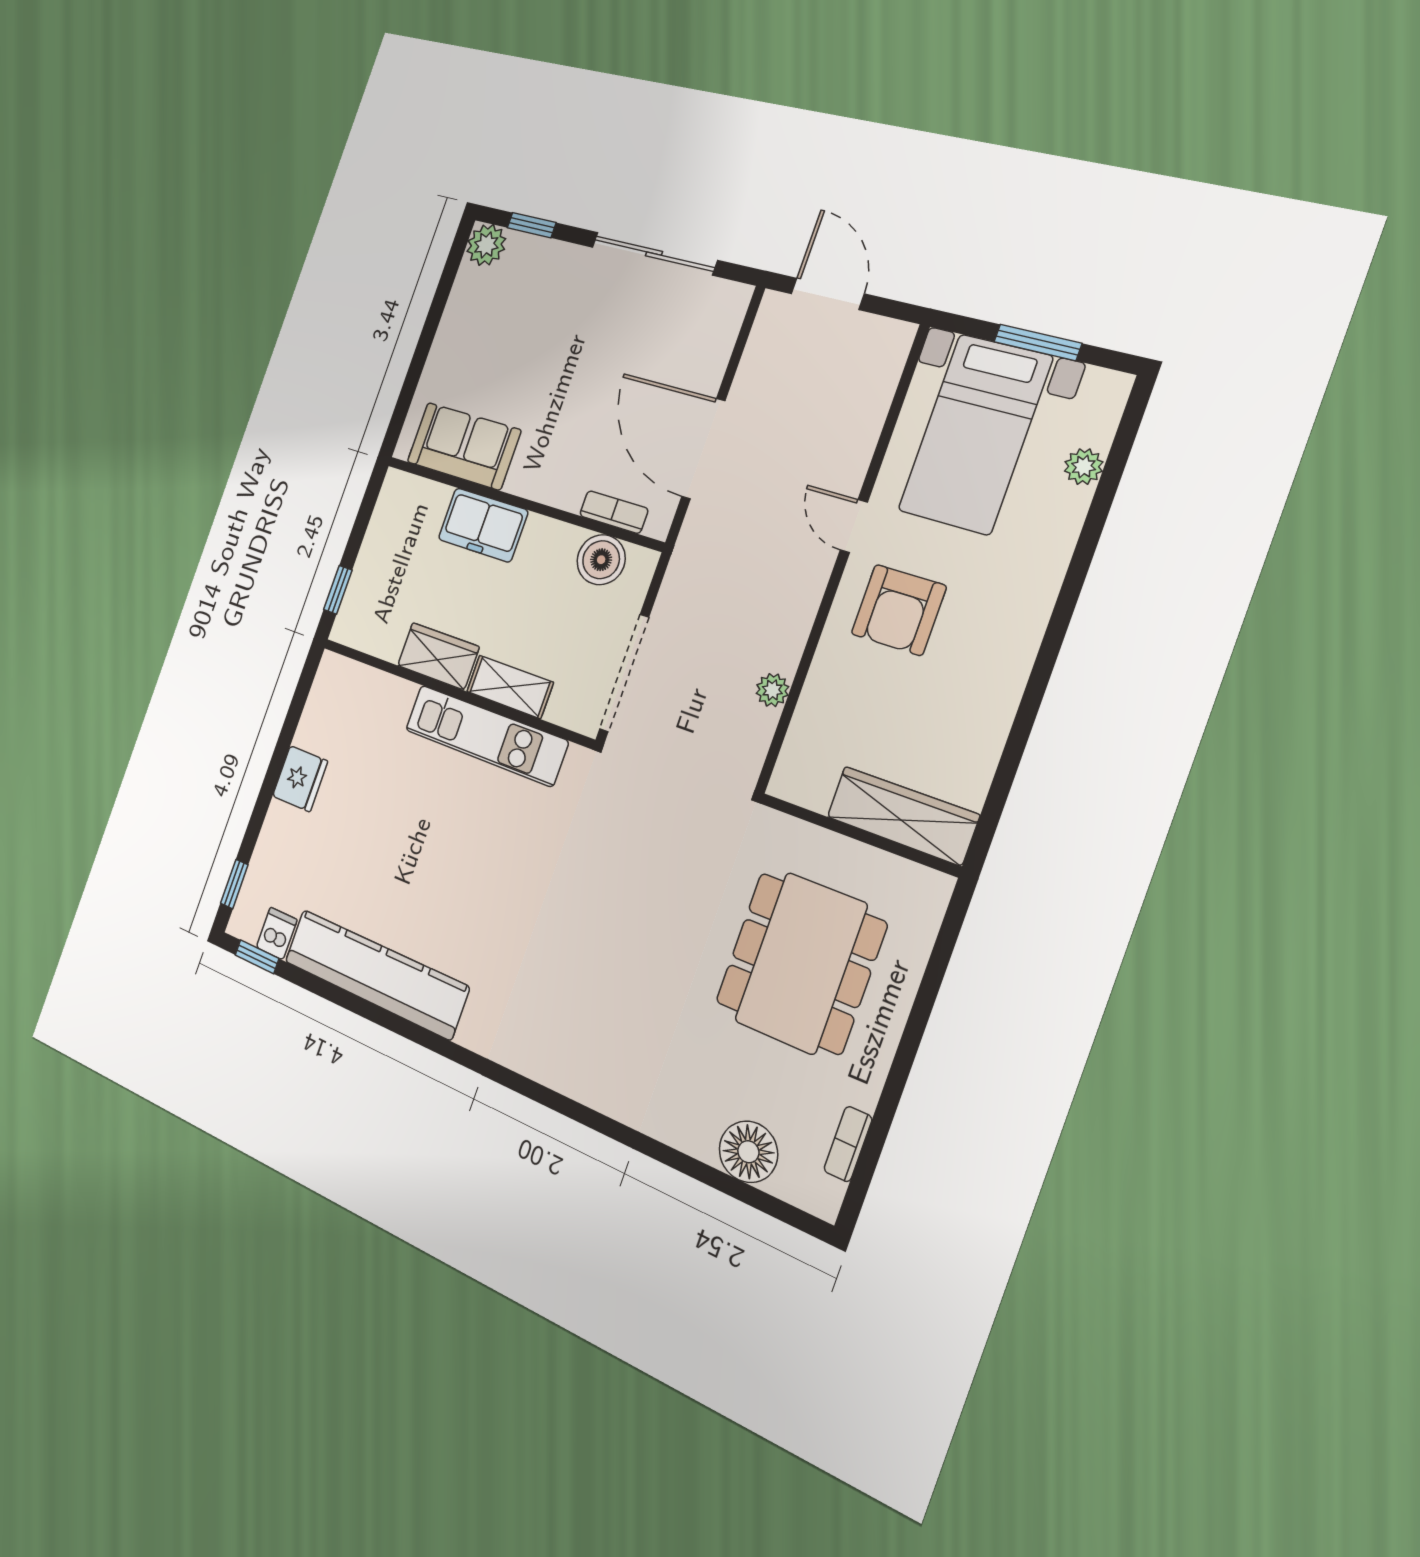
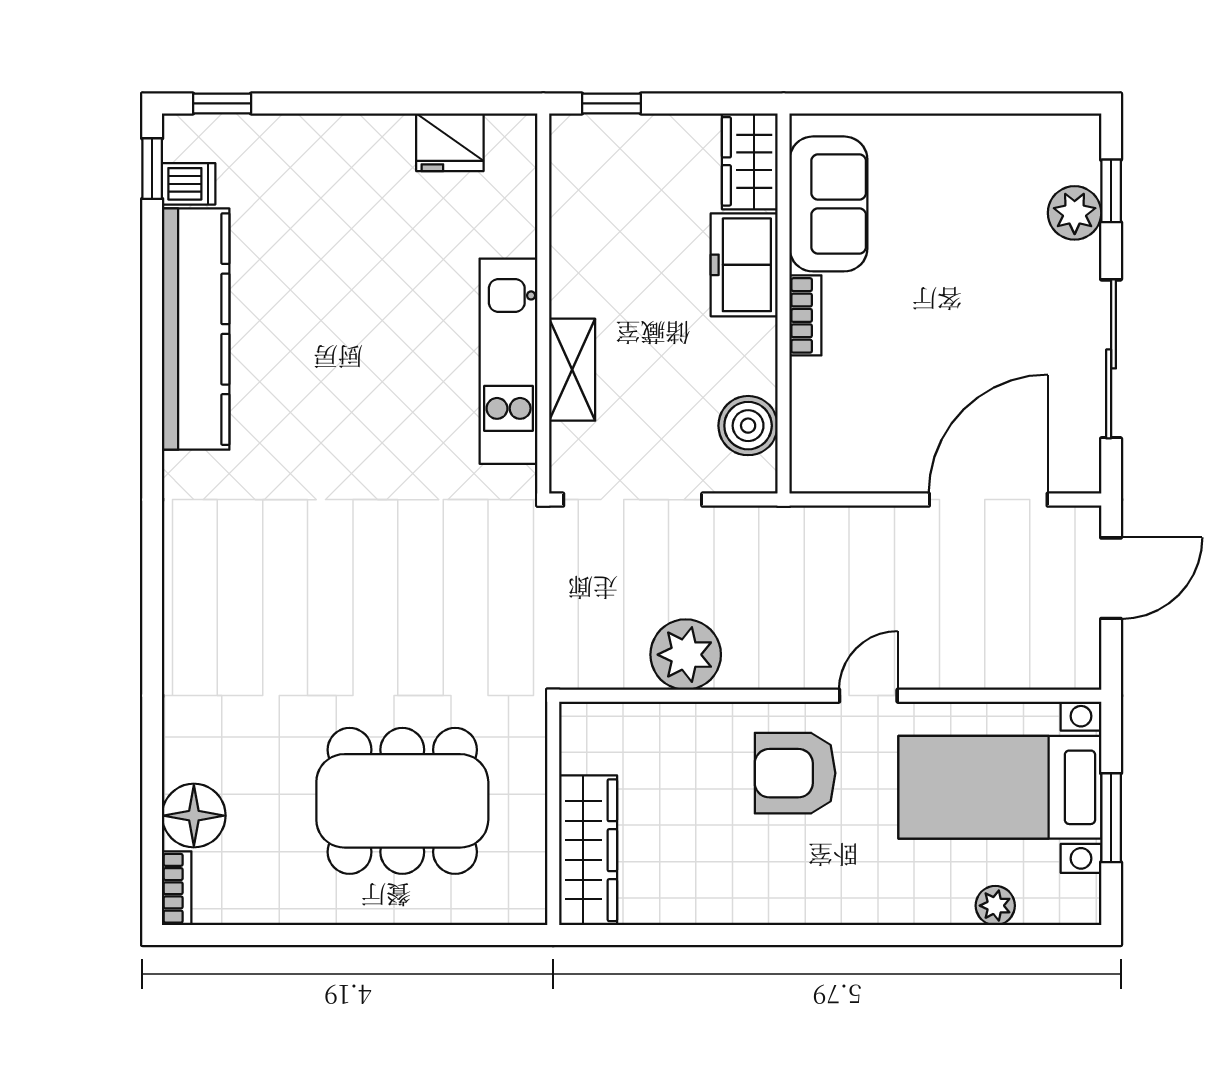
plant: (486, 245) -> (1075, 213), moved
door: (703, 449) -> (988, 500), moved
bookcase: (614, 512) -> (805, 315), moved
wardrobe: (438, 656) -> (750, 161), moved, turned 180
plant: (772, 690) -> (686, 655), width x1.87, depth x1.87
fridge: (300, 779) -> (450, 142), moved
bookcase: (848, 1144) -> (177, 888), moved, turned 90

